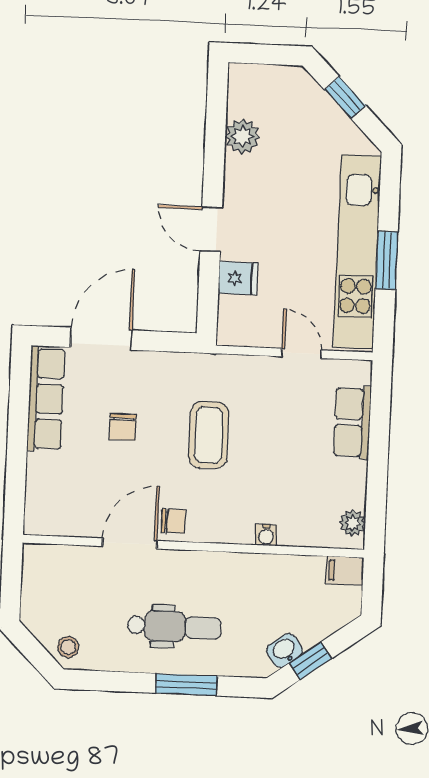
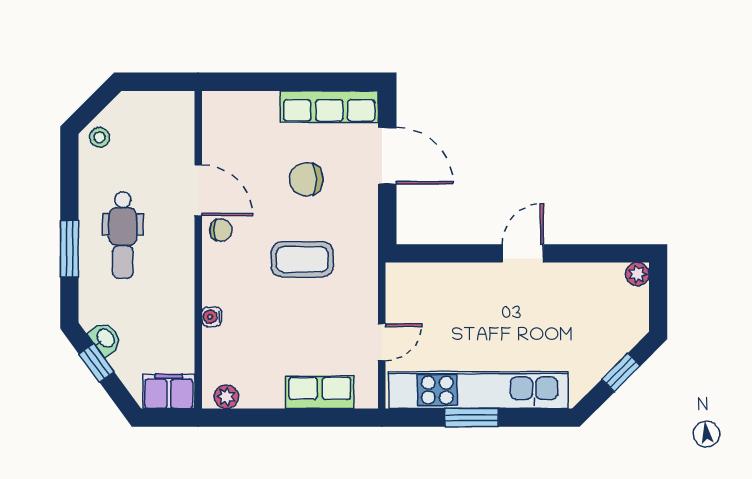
plant: (242, 136) -> (637, 274), moved, width x0.73, depth x0.73
door: (211, 229) -> (523, 253), moved
fridge: (238, 278) -> (449, 280), removed
chair: (123, 427) -> (306, 179), width x1.37, depth x1.37
chair: (173, 521) -> (221, 230), turned -90
filing cabinet: (345, 571) -> (169, 391), width x2.00

